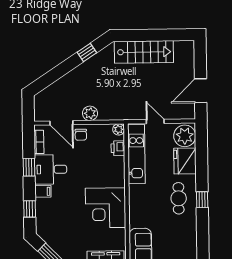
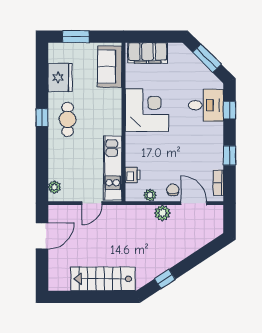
door: (155, 121) -> (92, 203), hinge flipped
plant: (119, 129) -> (150, 195), moved
plant: (185, 136) -> (54, 187), width x0.53, depth x0.53
fridge: (185, 161) -> (60, 77), moved
desk: (51, 169) -> (206, 105), moved
filing cabinet: (43, 191) -> (215, 129), removed

